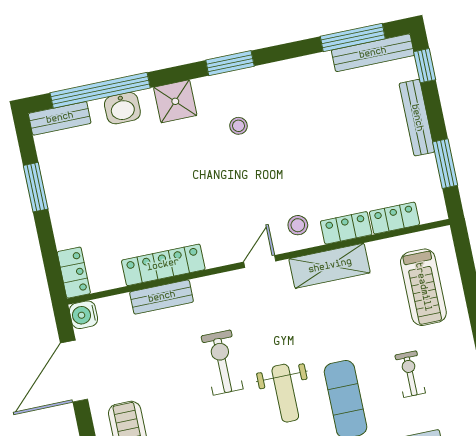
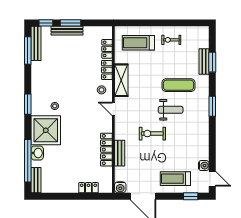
shower: (175, 101) -> (46, 130), width x1.86, depth x1.86
window: (445, 164) -> (70, 23), moved
window: (36, 187) -> (63, 196), removed
locker: (74, 273) -> (88, 188), moved
treadmill: (423, 287) -> (138, 43), turned 180
exercise bike: (410, 374) -> (171, 40), moved

